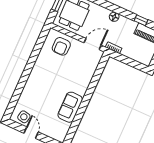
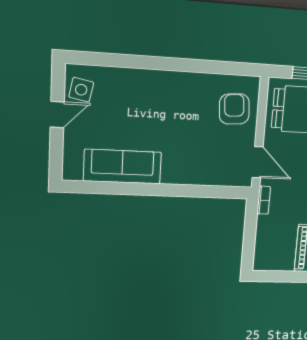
armchair: (61, 46) -> (234, 109), turned 86
sofa: (70, 107) -> (122, 167), width x1.36

